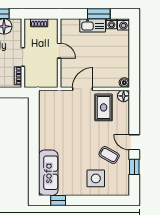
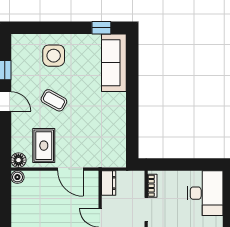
dresser: (52, 78) -> (109, 183), added
door: (83, 89) -> (70, 169), hinge flipped
coffee table: (109, 155) -> (54, 100), moved

